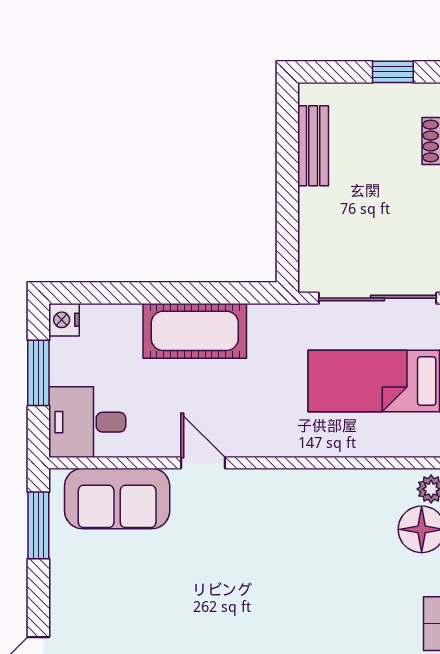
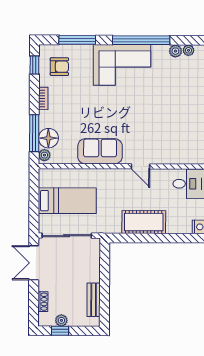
plant: (389, 97) -> (61, 320), added
sofa: (117, 499) -> (100, 151), moved

